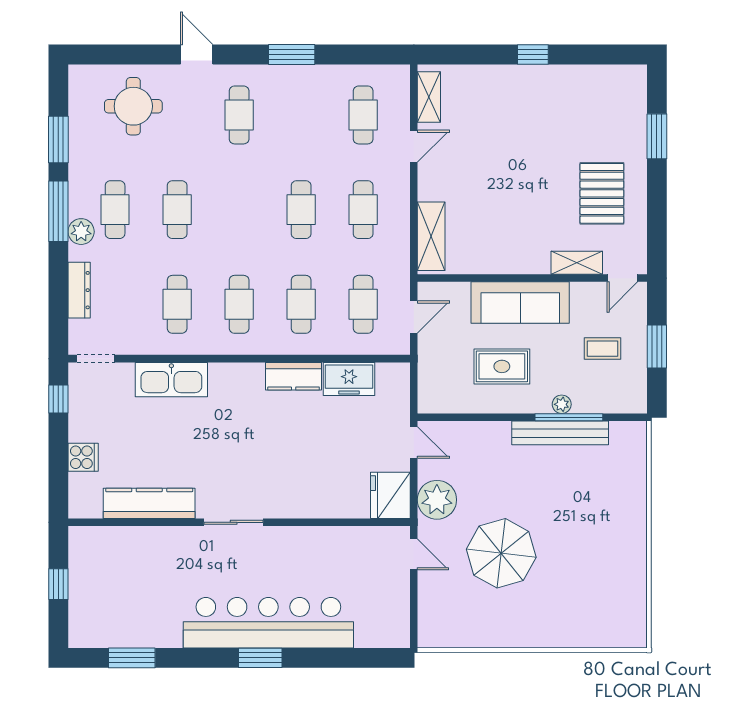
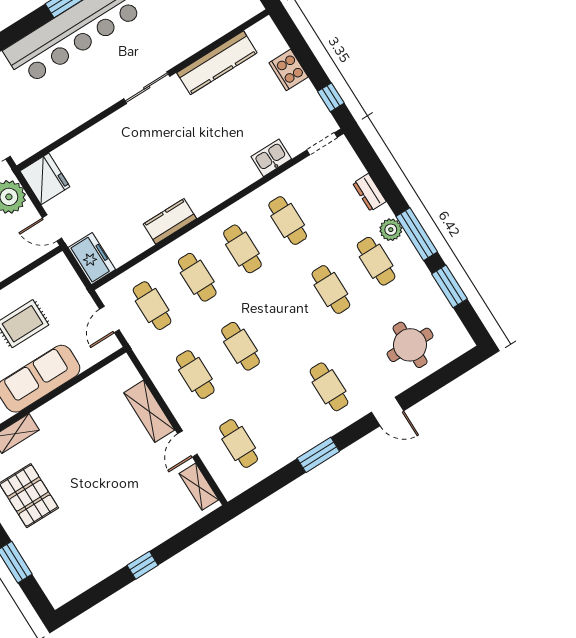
shelving: (431, 236) -> (149, 411), moved
dresser: (79, 290) -> (369, 192), width x0.70
freezer: (349, 379) -> (92, 259), moved, turned 90
kitchen sink: (171, 380) -> (271, 158), width x0.53, depth x0.81
cooker: (83, 457) -> (289, 70), width x1.36

